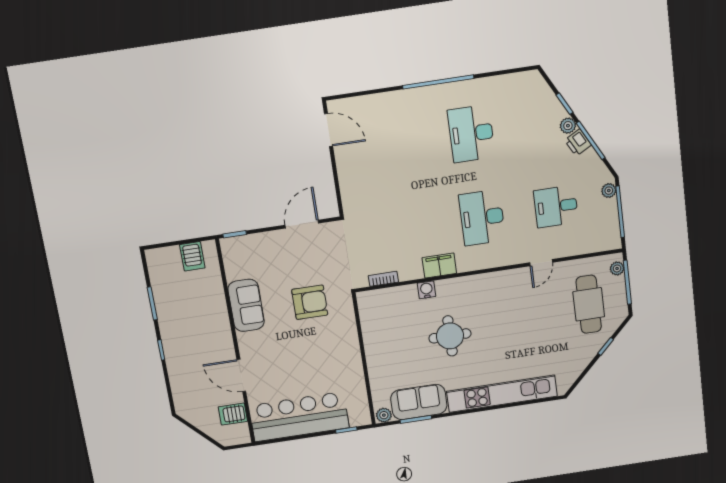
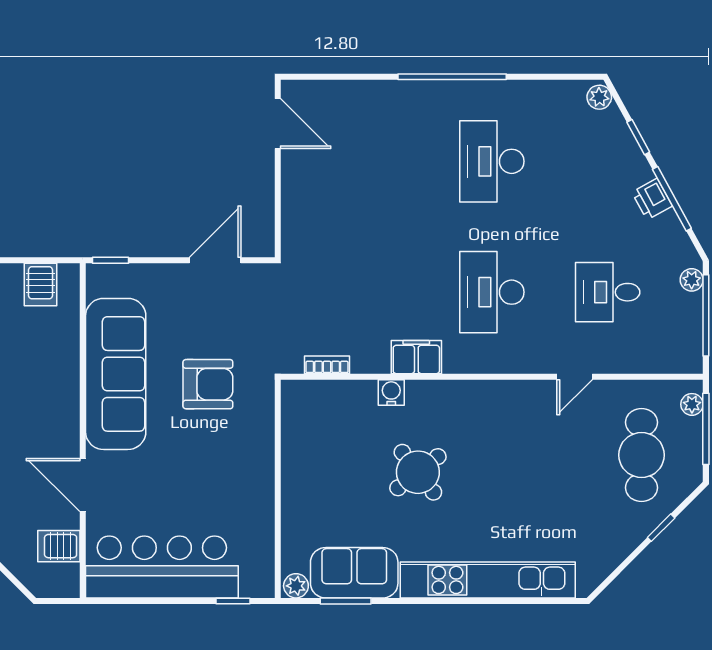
plant: (568, 126) -> (599, 97), moved
sofa: (246, 305) -> (116, 374), width x1.85, depth x1.27
round table: (450, 336) -> (418, 472), turned -38

